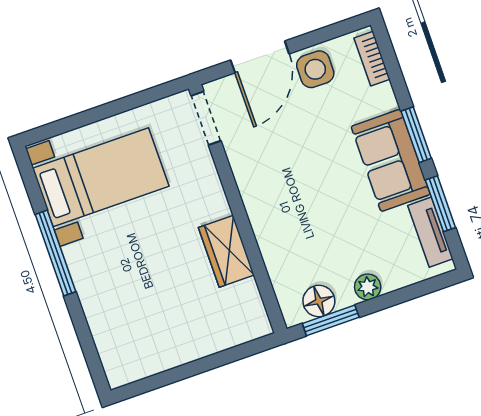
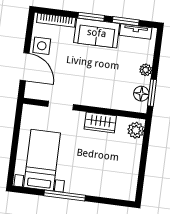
bookcase: (372, 59) -> (56, 20), width x1.56
doorway: (206, 118) -> (61, 105), moved
plant: (245, 325) -> (136, 130), added

